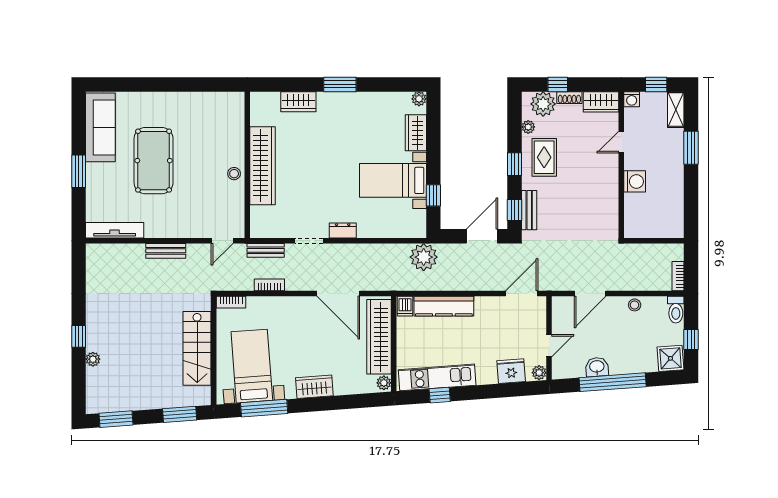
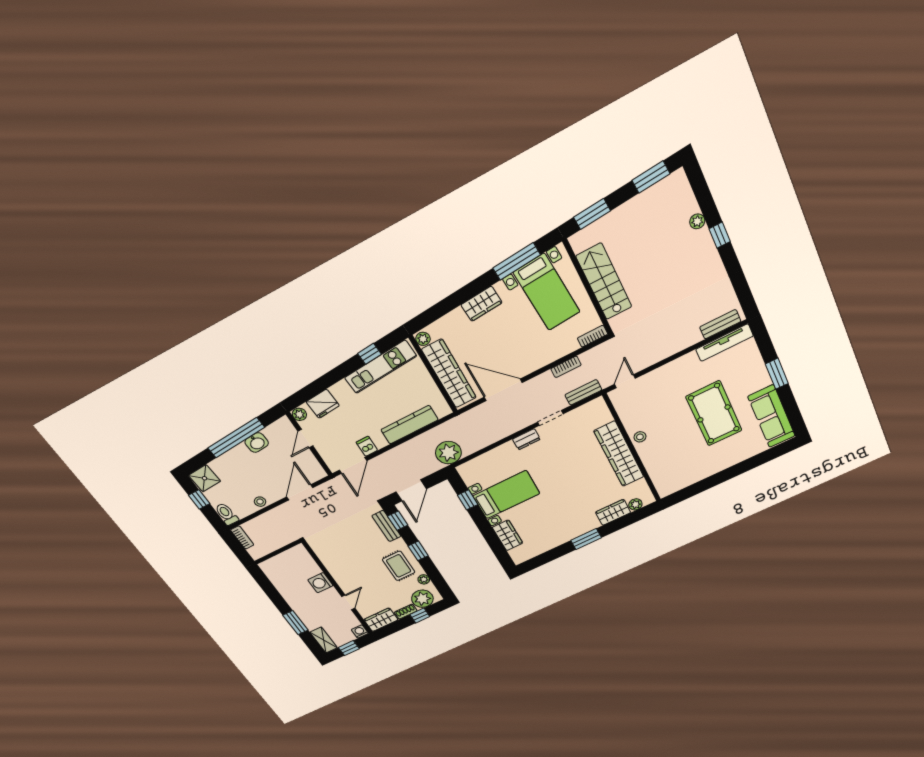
plant: (419, 99) -> (635, 504), moved
bench: (166, 251) -> (720, 324), moved
dishwasher: (405, 306) -> (367, 446), moved

